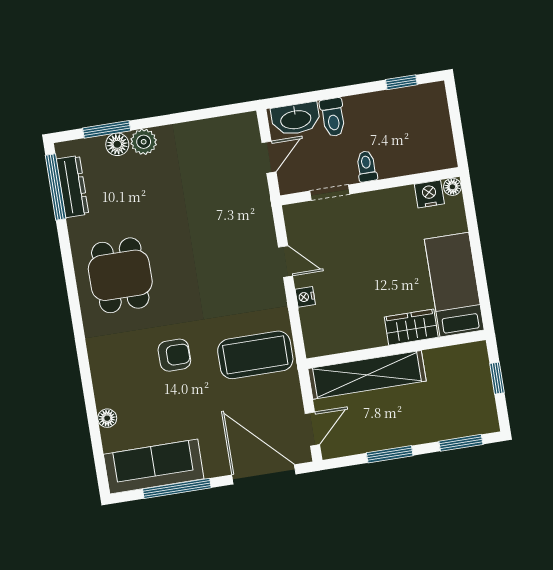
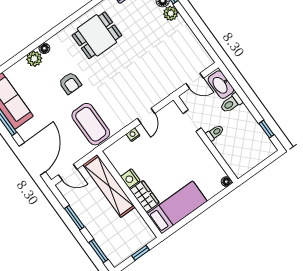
nightstand: (429, 194) -> (130, 179), moved, turned 180
plant: (108, 392) -> (34, 59), added
floor lamp: (107, 418) -> (44, 48), moved

